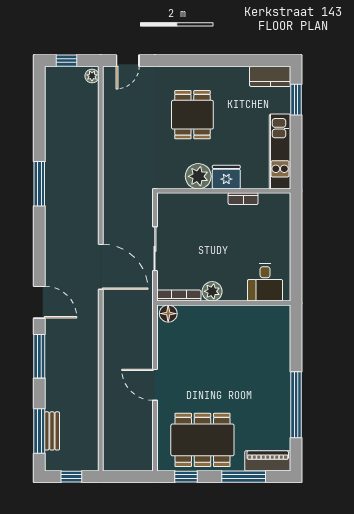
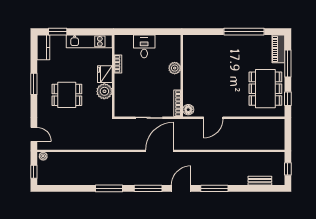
window: (210, 61) -> (34, 84), added
desk: (265, 282) -> (144, 46), moved, turned -90
plant: (212, 291) -> (175, 68), moved
door: (155, 385) -> (213, 118), moved
window: (39, 431) -> (148, 188), moved

